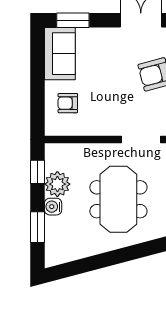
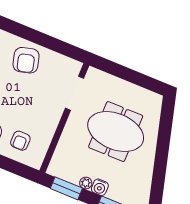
window: (38, 172) -> (66, 188), width x1.50
plant: (57, 184) -> (86, 183), width x0.53, depth x0.53

